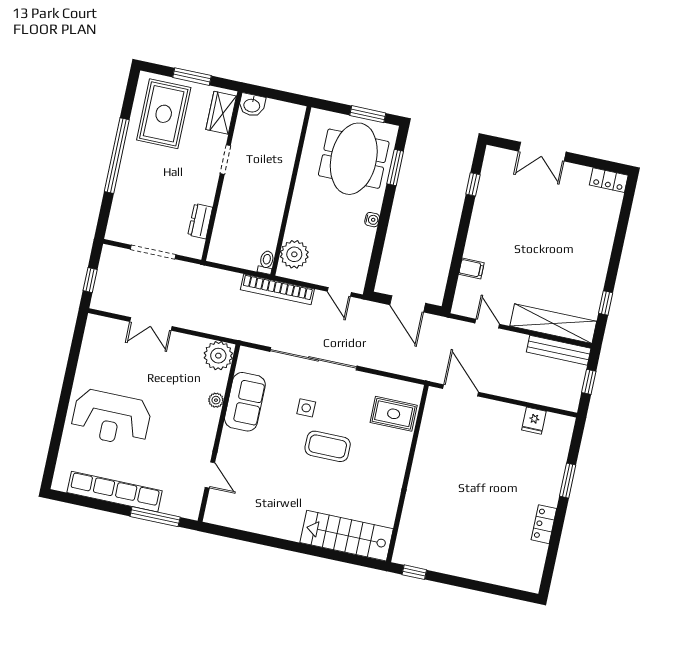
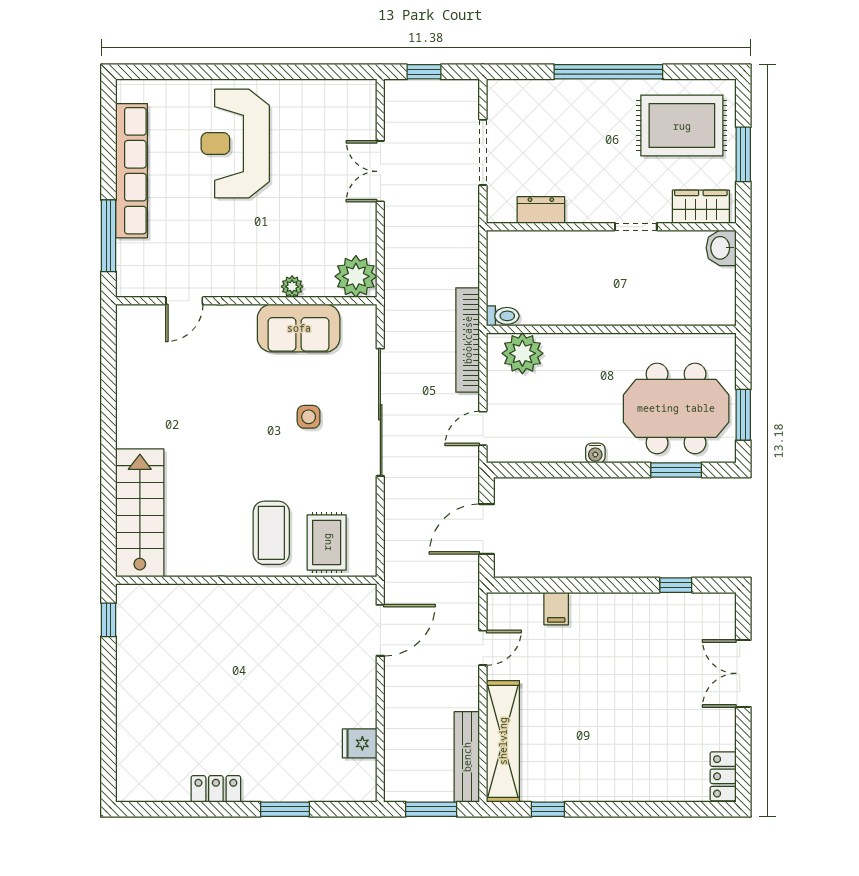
window: (589, 382) -> (431, 809), width x1.50
coffee table: (328, 446) -> (271, 533), moved

